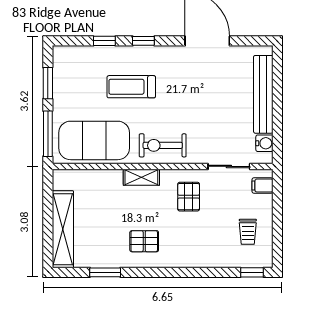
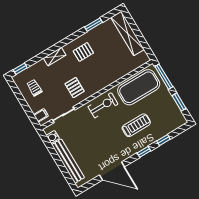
shelving: (141, 177) -> (55, 57), moved

